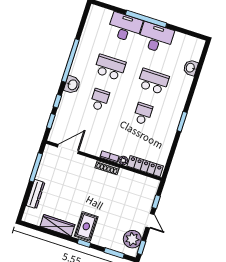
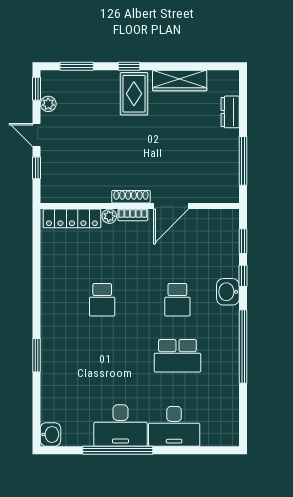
window: (146, 19) -> (118, 450), moved
washbasin: (191, 68) -> (50, 434), moved
school desk: (153, 81) -> (102, 356), removed
washbasin: (72, 85) -> (228, 292), moved
window: (182, 122) -> (37, 355), moved
door: (68, 149) -> (171, 206), moved
dresser: (36, 194) -> (230, 112), width x0.70
plant: (132, 239) -> (48, 104), width x0.53, depth x0.53

